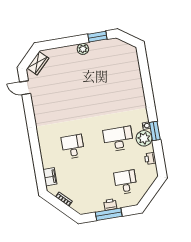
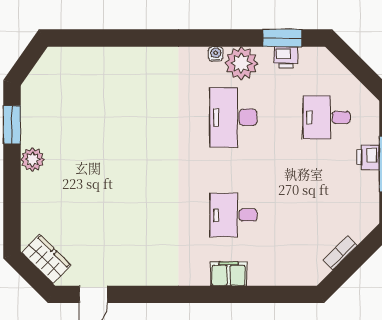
window: (155, 131) -> (282, 38), moved
filing cabinet: (50, 177) -> (228, 274), moved

